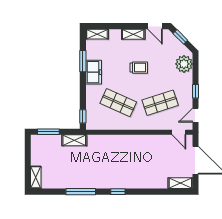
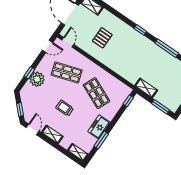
plant: (184, 64) -> (37, 79), moved
window: (196, 91) -> (29, 73), moved
pallet: (149, 159) -> (102, 38), added

